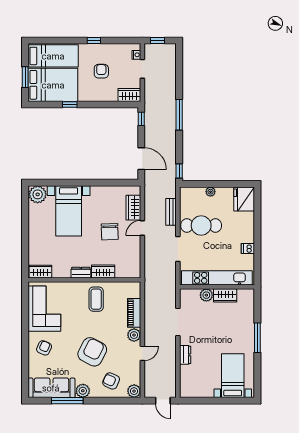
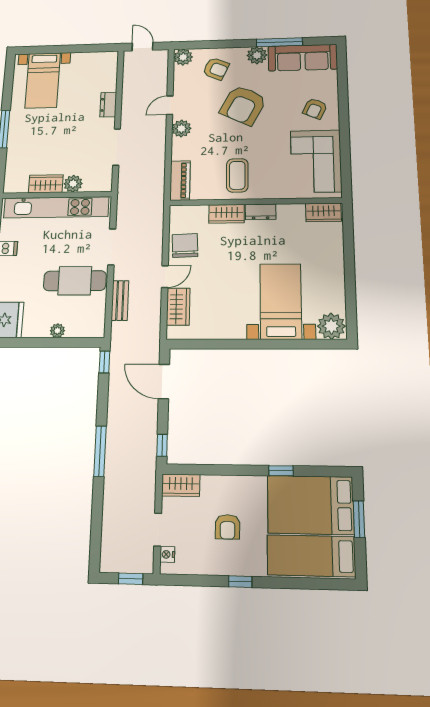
chair: (110, 232) -> (185, 245), moved
piano: (134, 313) -> (180, 180), moved

